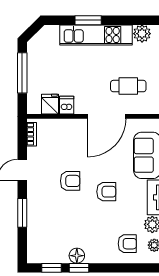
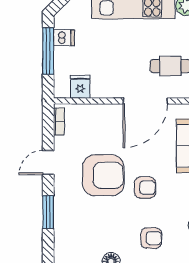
dishwasher: (67, 105) -> (64, 38), moved, turned 90
armchair: (70, 181) -> (103, 175), width x1.88, depth x1.88
armchair: (127, 244) -> (151, 238), moved

